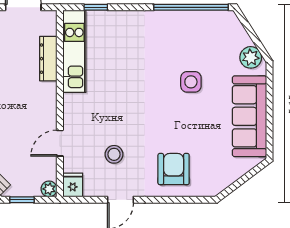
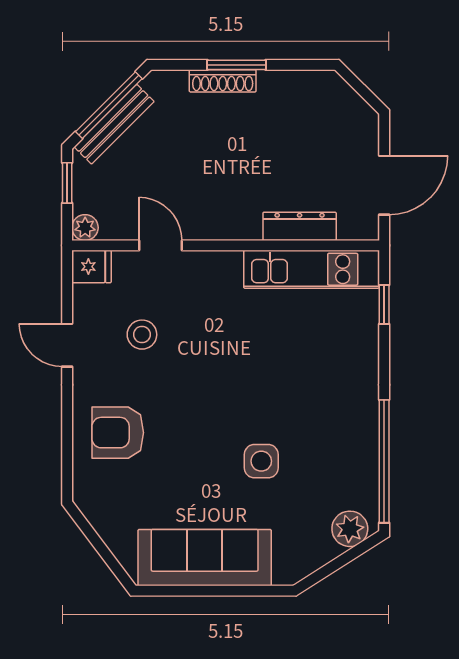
plant: (251, 57) -> (350, 529), moved
armchair: (174, 169) -> (118, 433), turned 180

